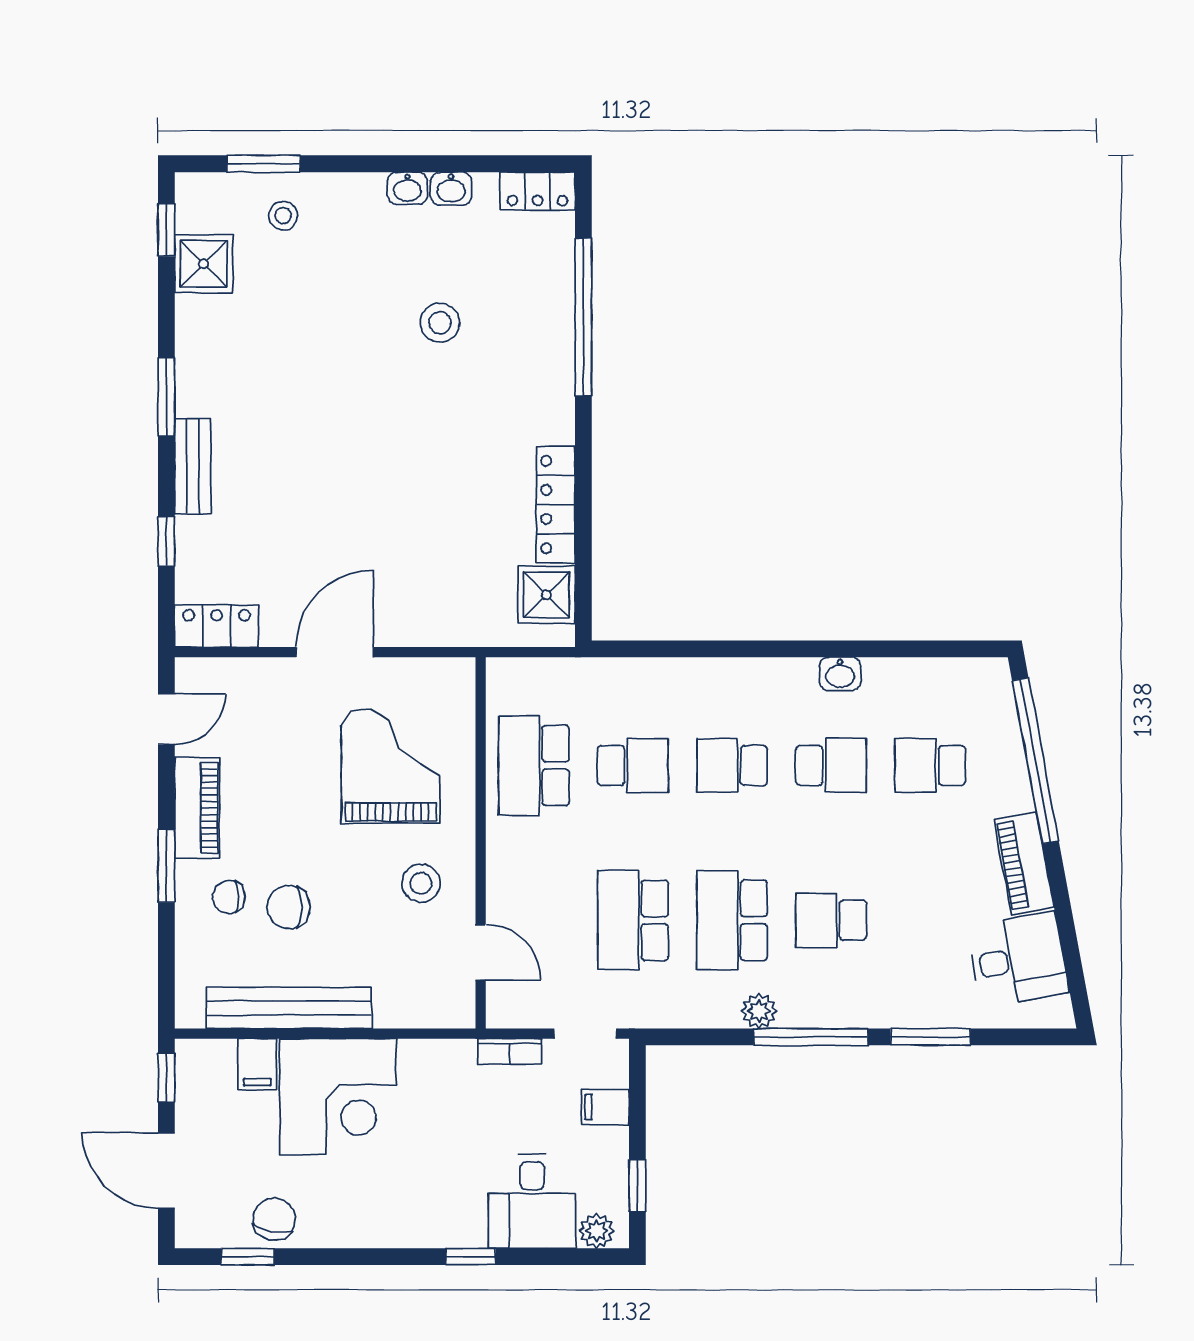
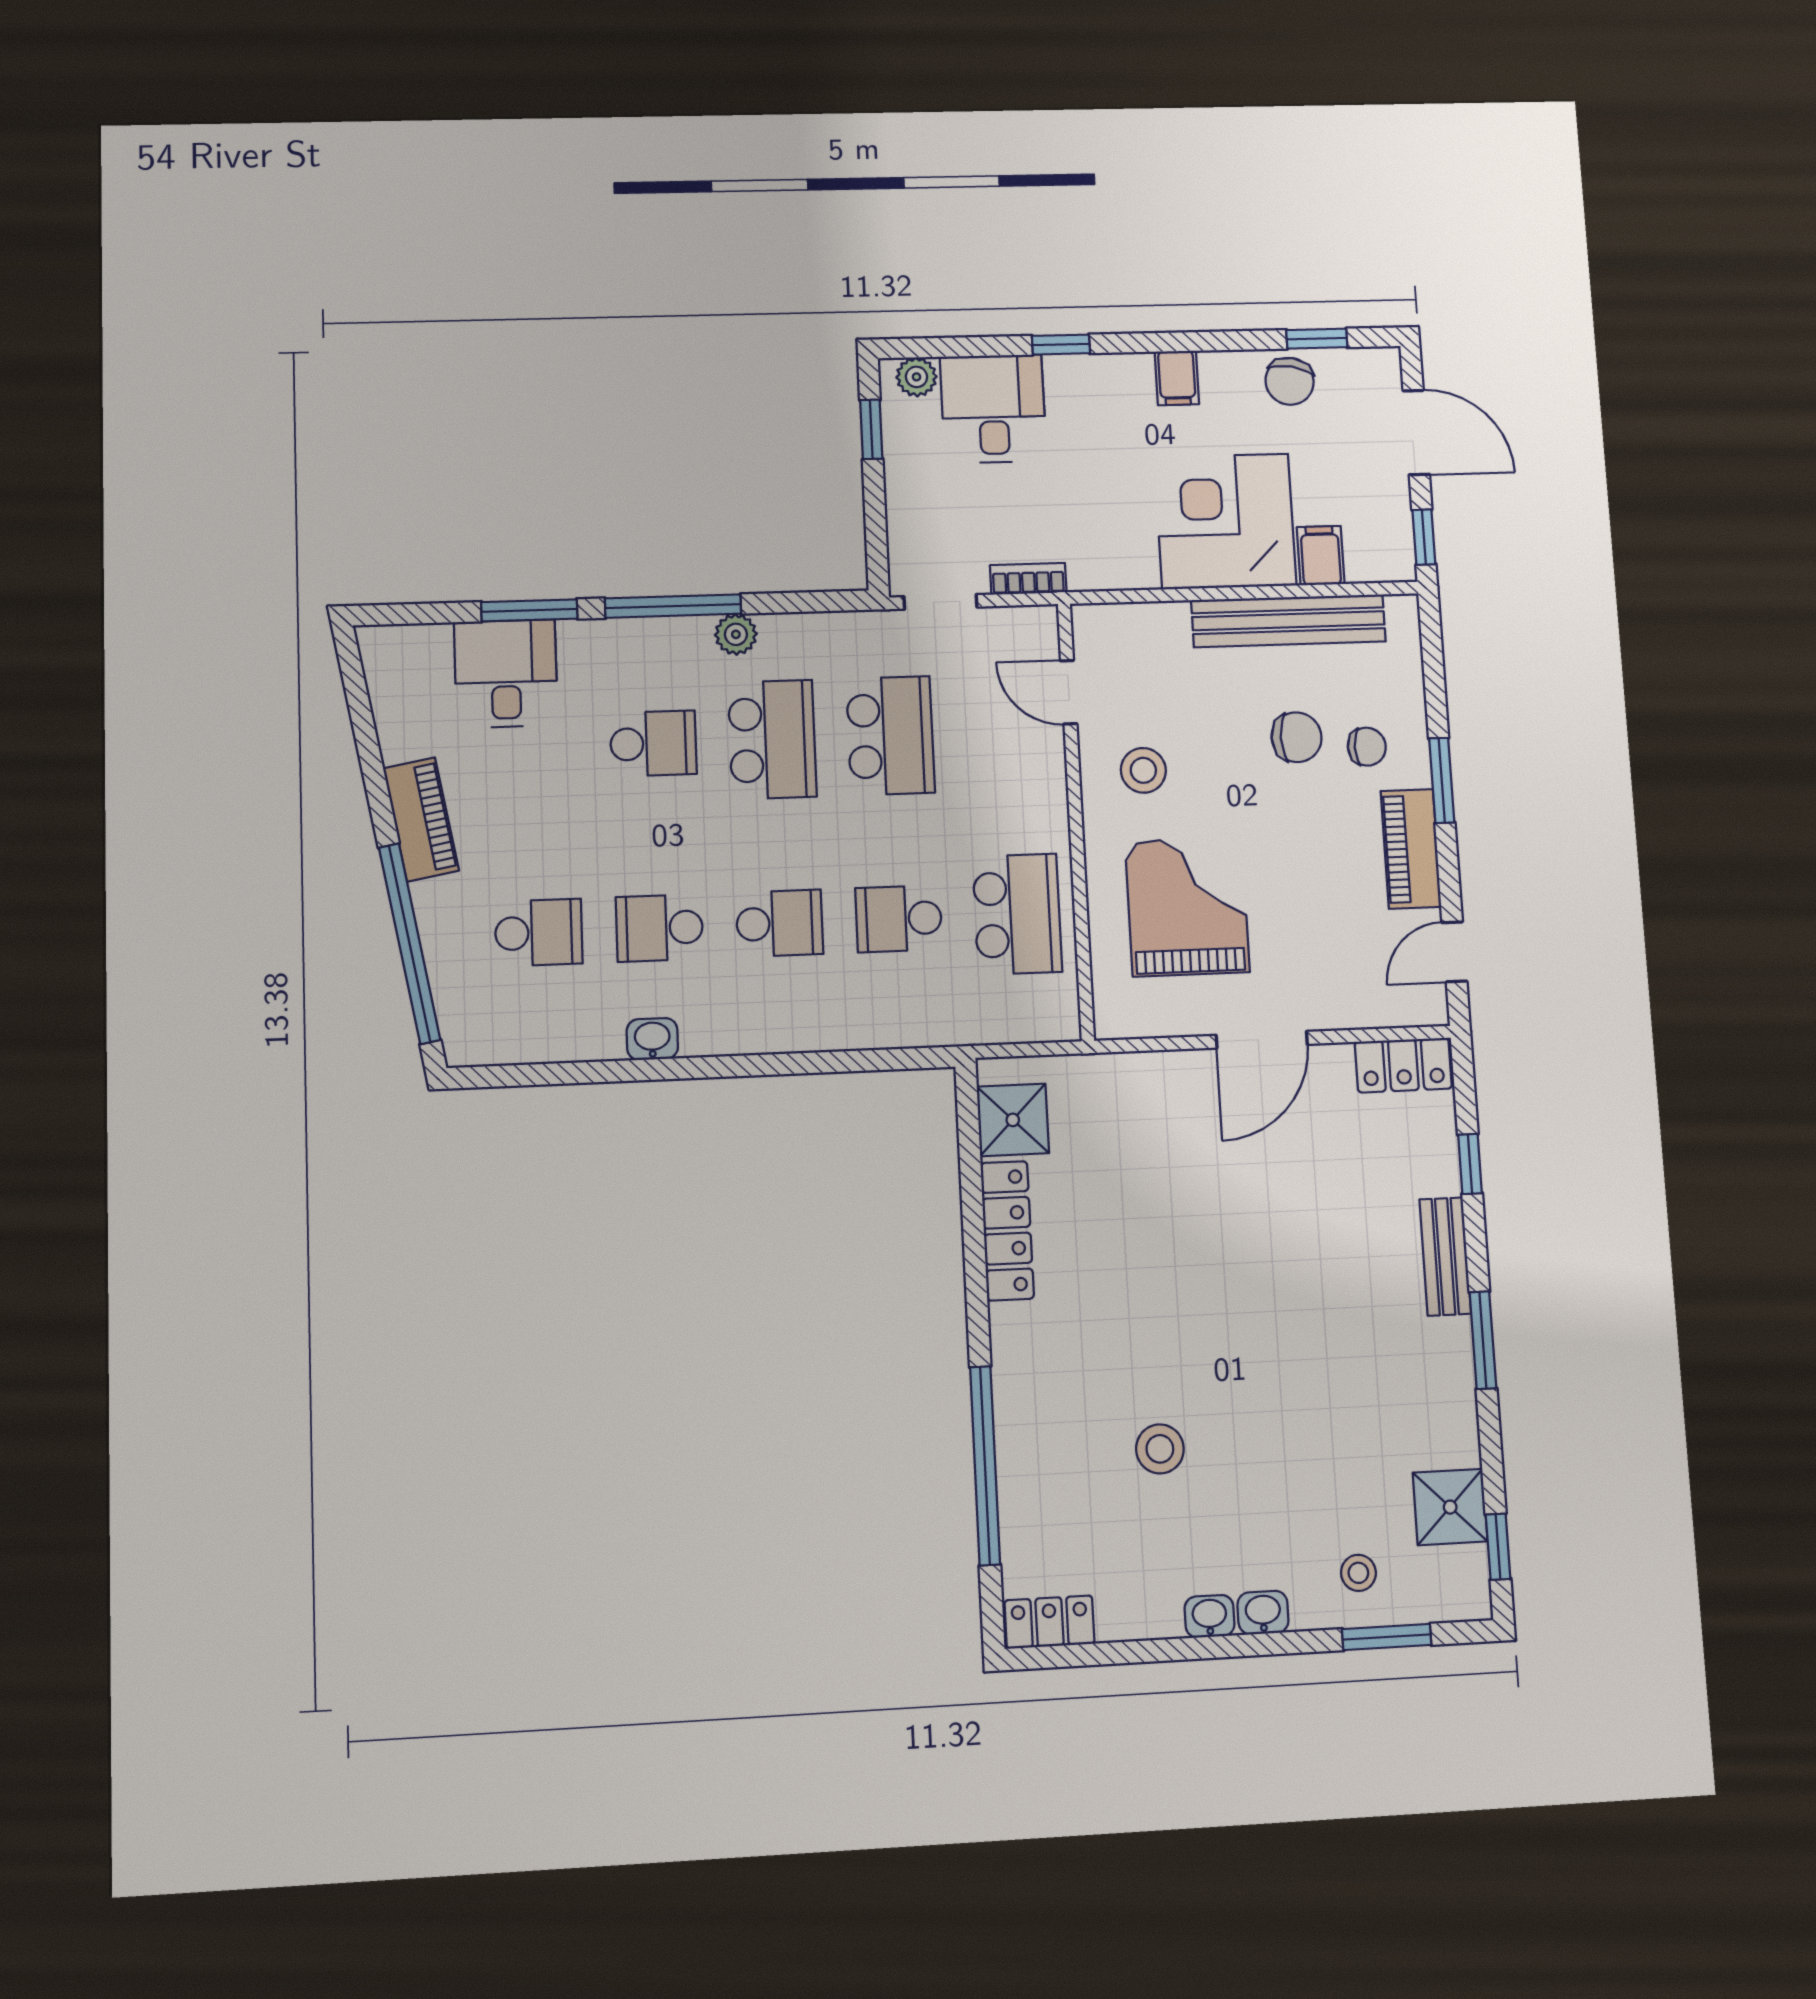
washbasin: (451, 189) -> (1263, 1613), moved
grand piano: (391, 766) -> (1187, 907), turned 180
desk: (1018, 959) -> (506, 674), moved, turned 100
filing cabinet: (605, 1107) -> (1177, 378), moved, turned 90

